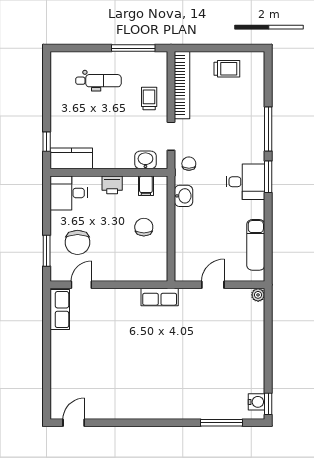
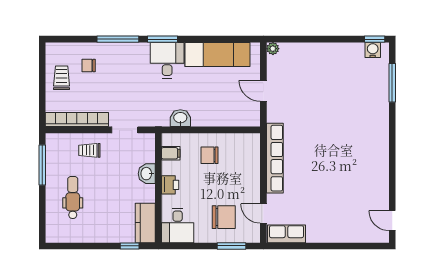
washbasin: (145, 160) -> (147, 174), moved
chair: (189, 164) -> (89, 66), moved
exam couch: (256, 245) -> (217, 54), width x1.36, depth x1.45
row of seats: (160, 297) -> (275, 158), width x2.02

